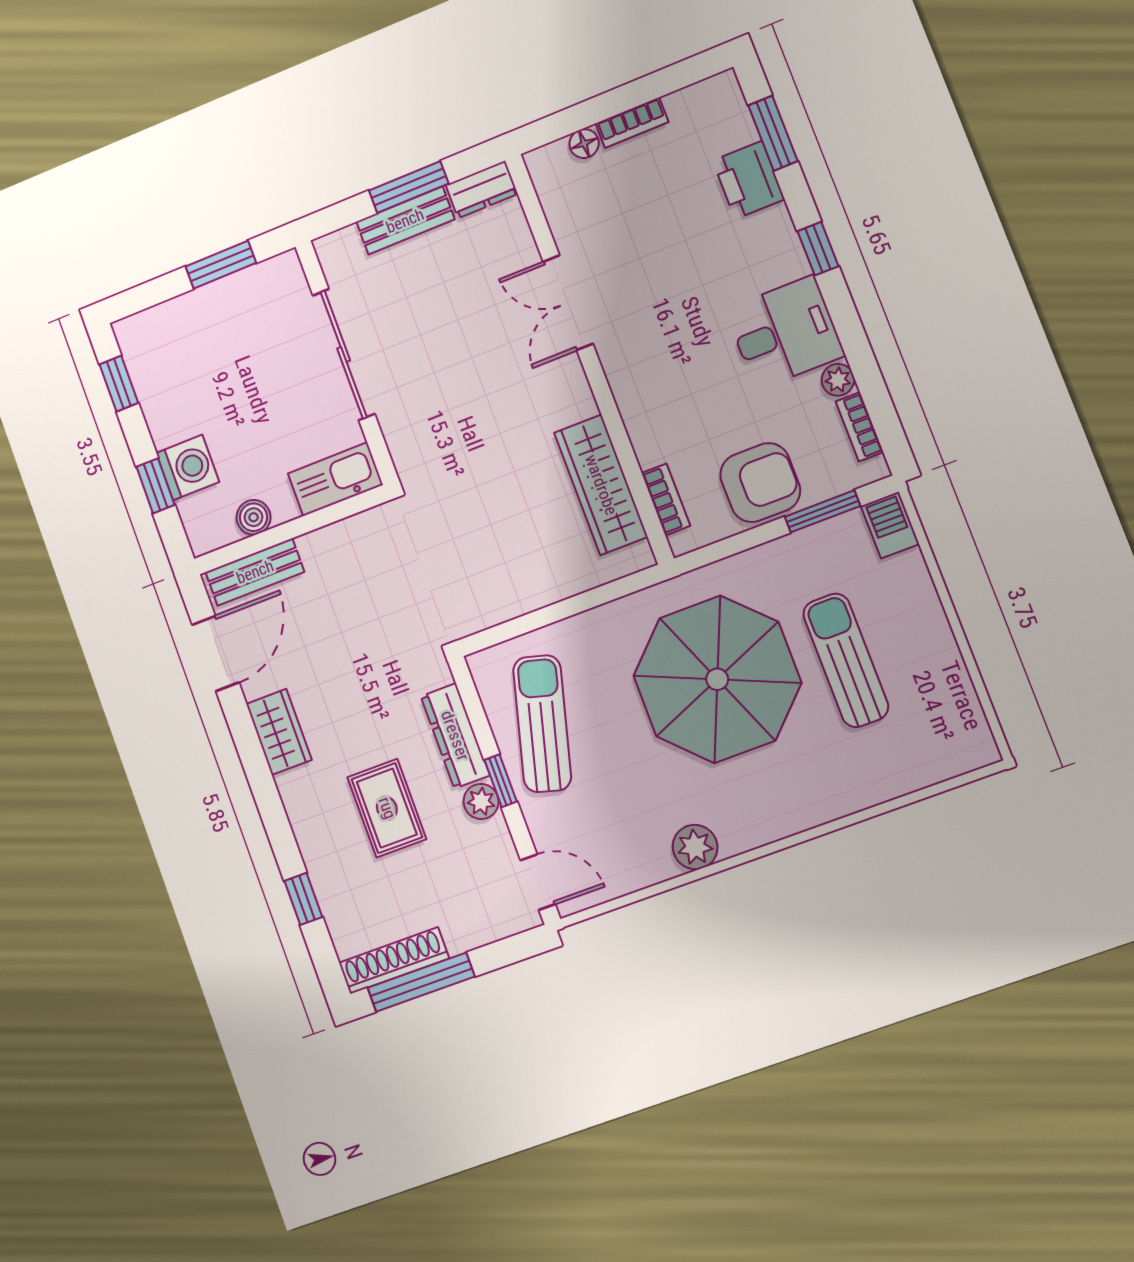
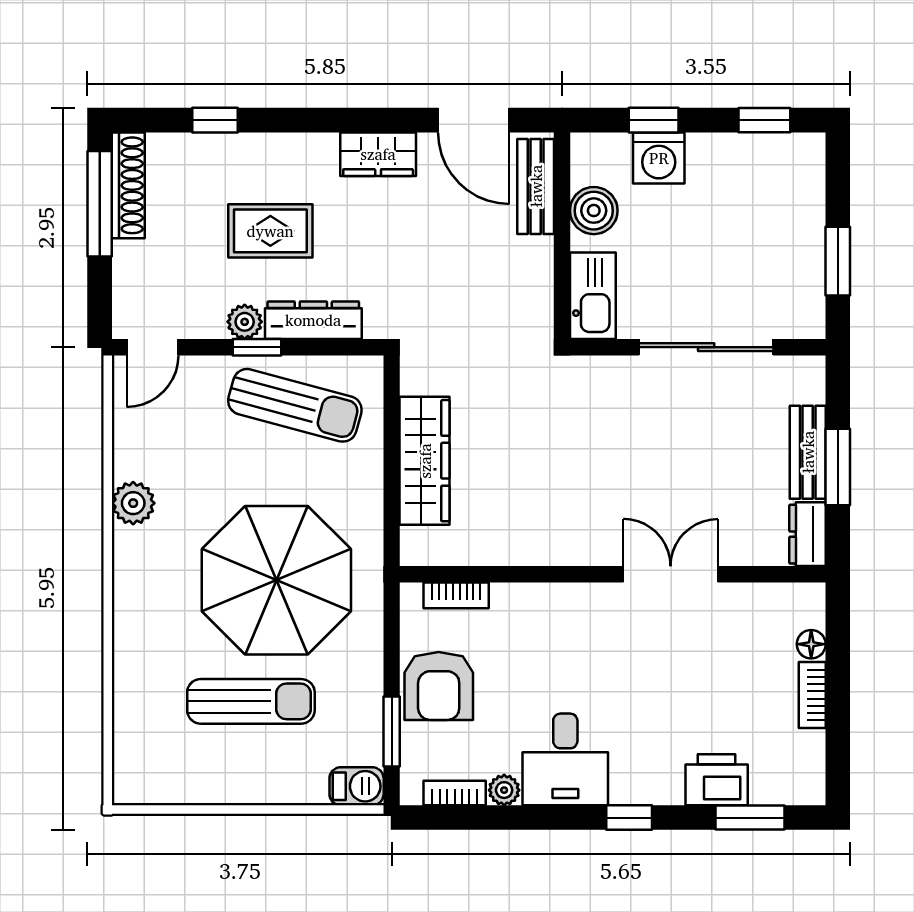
wardrobe: (601, 485) -> (425, 461), moved, turned 90
boiler: (253, 517) -> (594, 211), width x1.36, depth x1.36

